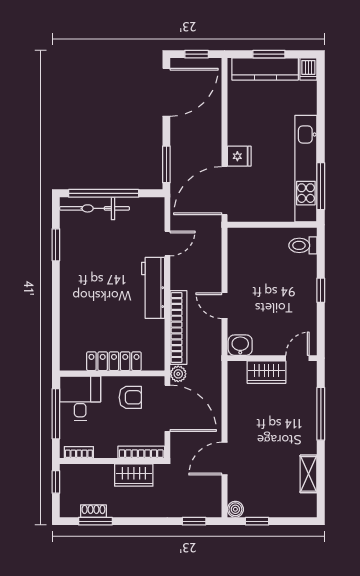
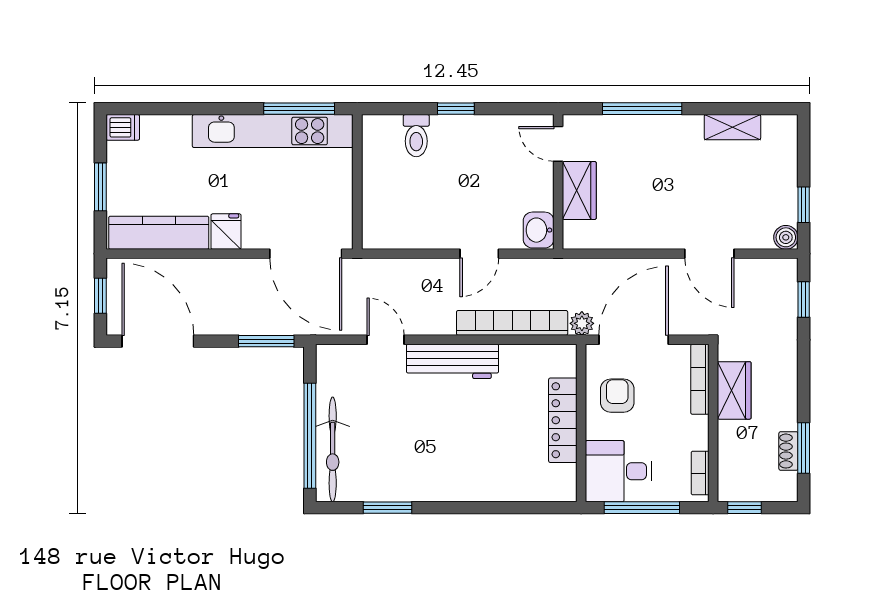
kitchen counter: (265, 69) -> (159, 233), moved, turned -90
fridge: (239, 156) -> (226, 232), moved
toilet: (303, 245) -> (416, 136), moved

